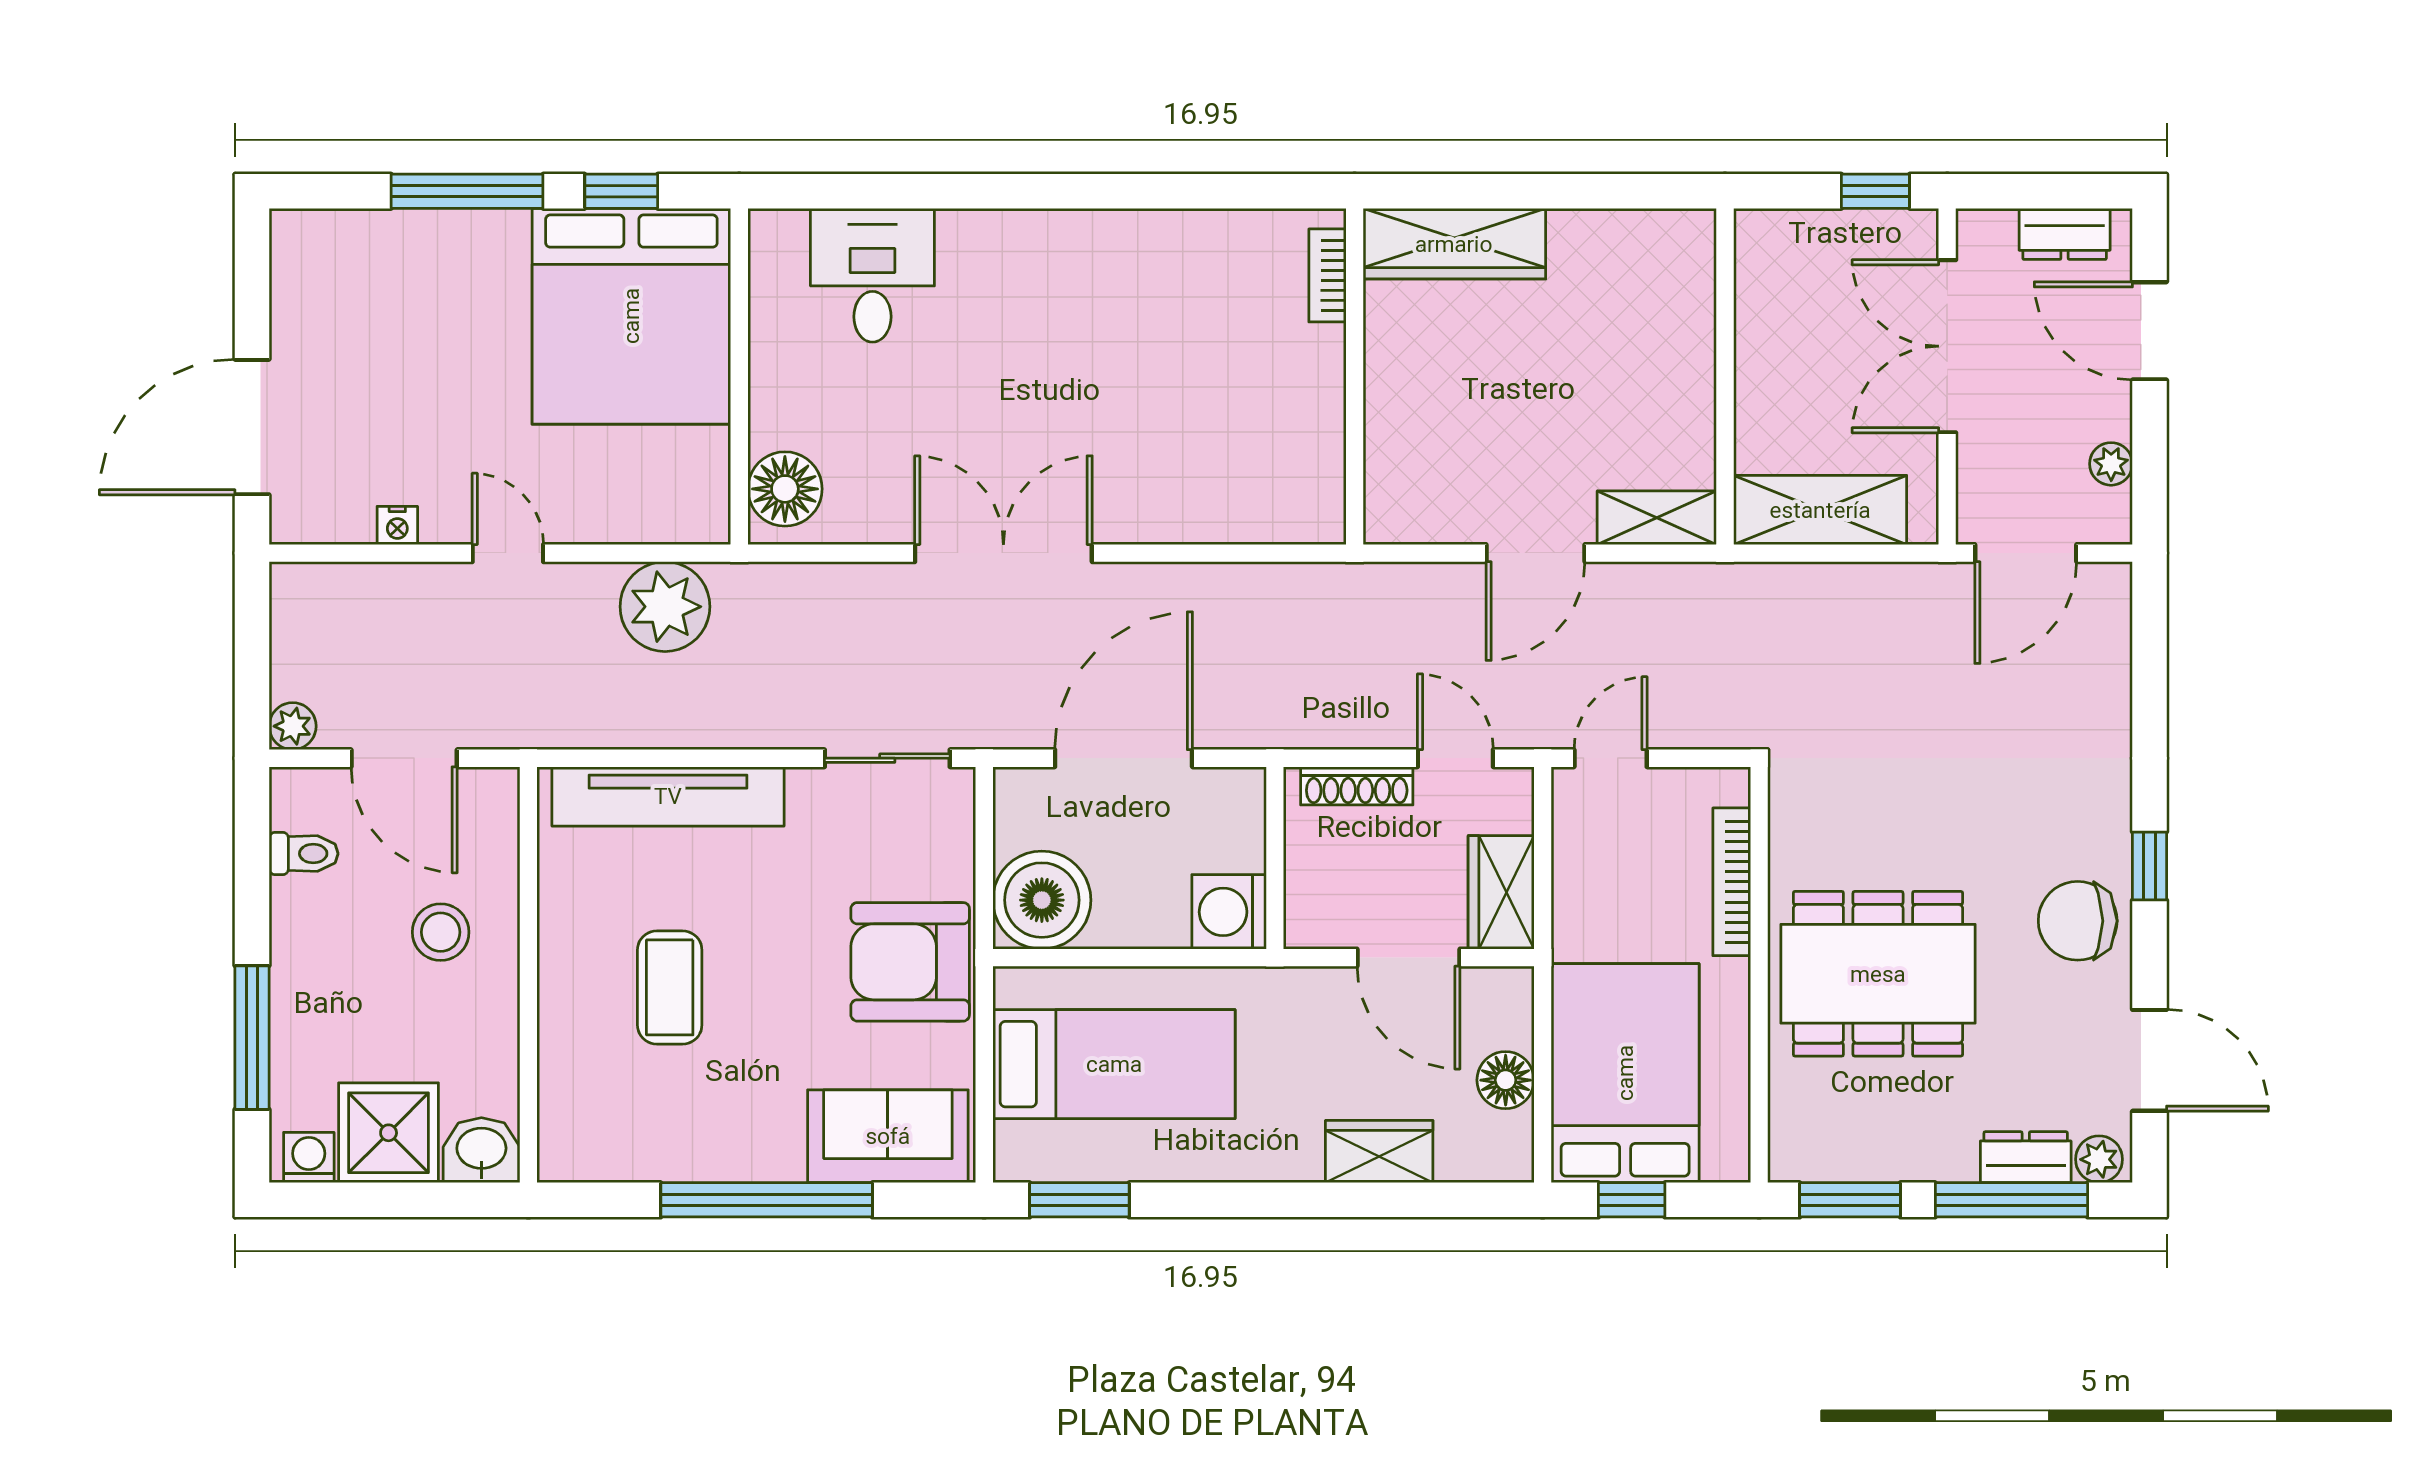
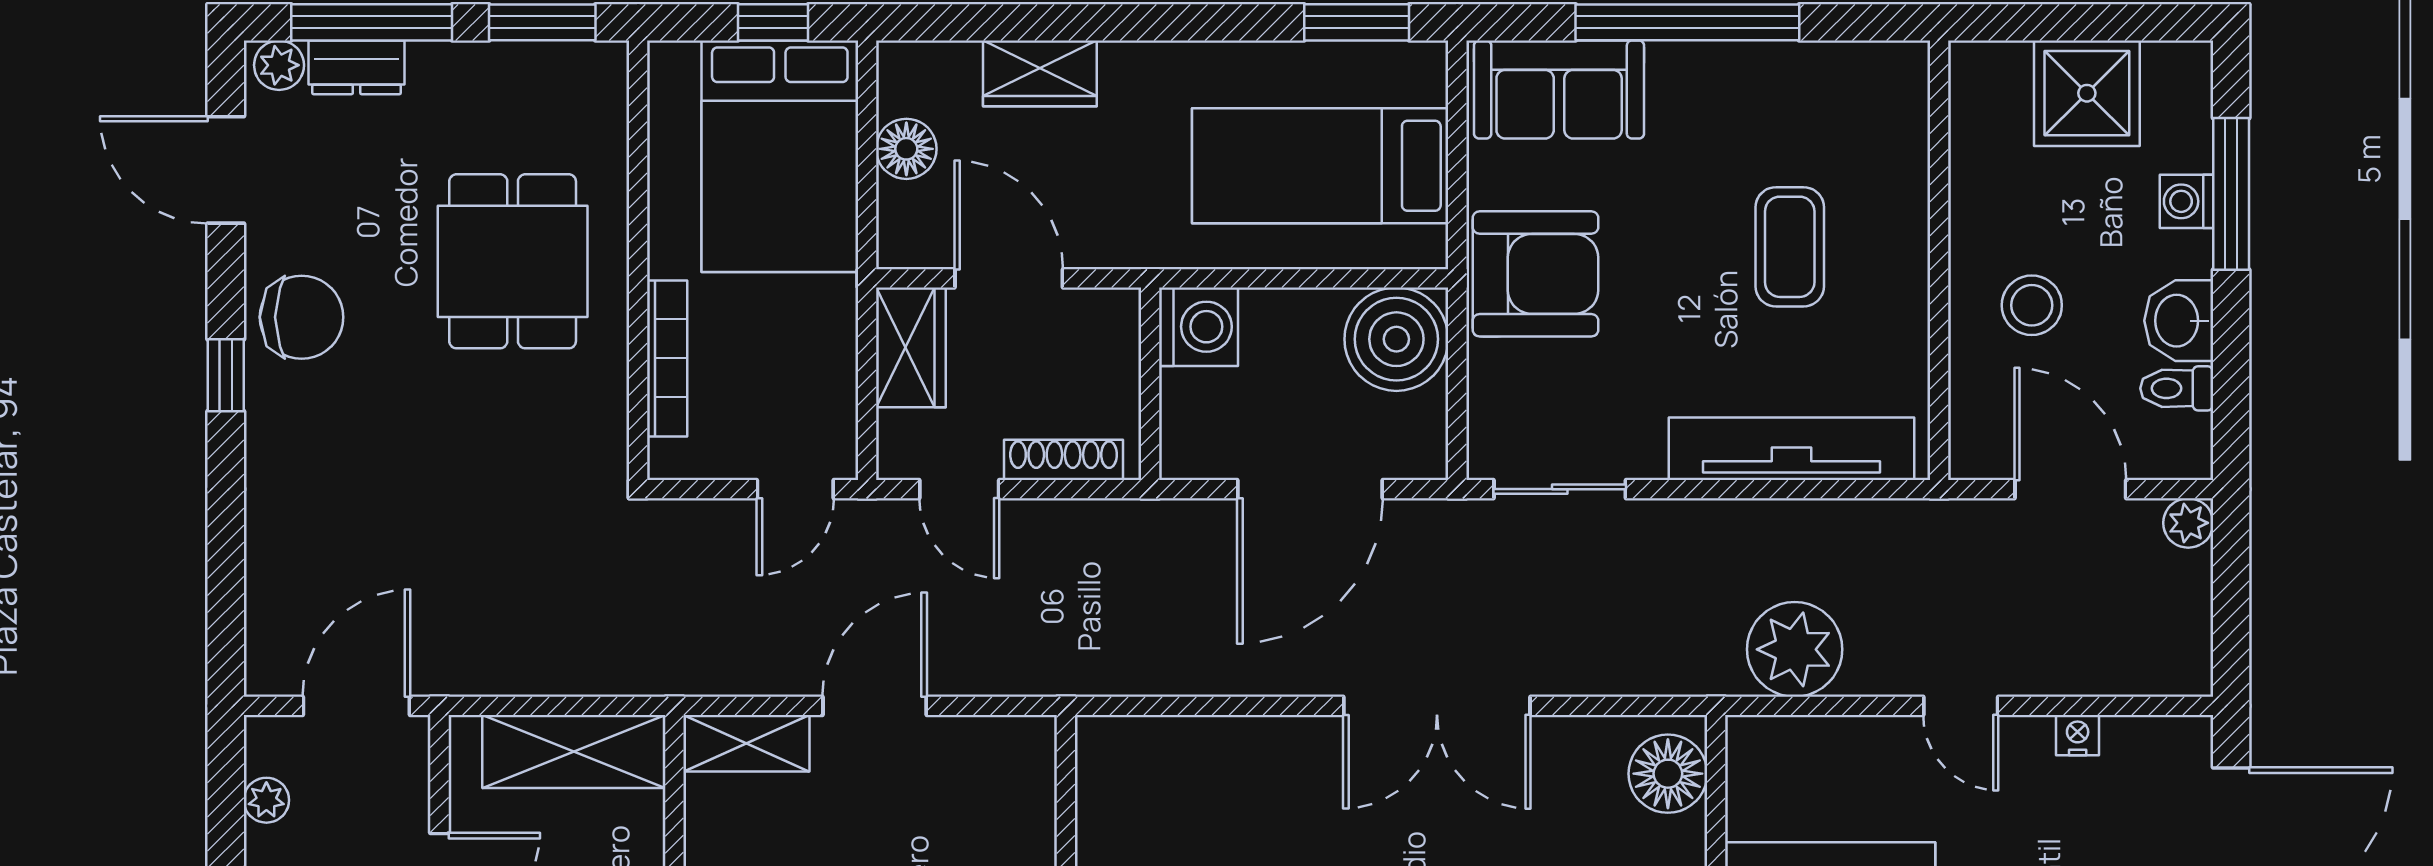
dining table: (1878, 974) -> (513, 261), width x0.73
washbasin: (481, 1150) -> (2179, 321), moved, turned 90
washing machine: (309, 1158) -> (2186, 201), moved, turned 90

